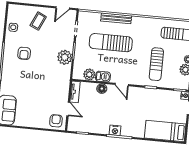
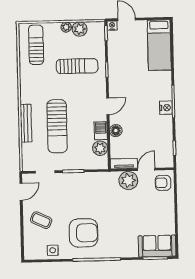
door: (63, 8) -> (21, 192), hinge flipped
armchair: (24, 53) -> (84, 233), width x1.88, depth x1.88
plant: (65, 57) -> (128, 180), moved

